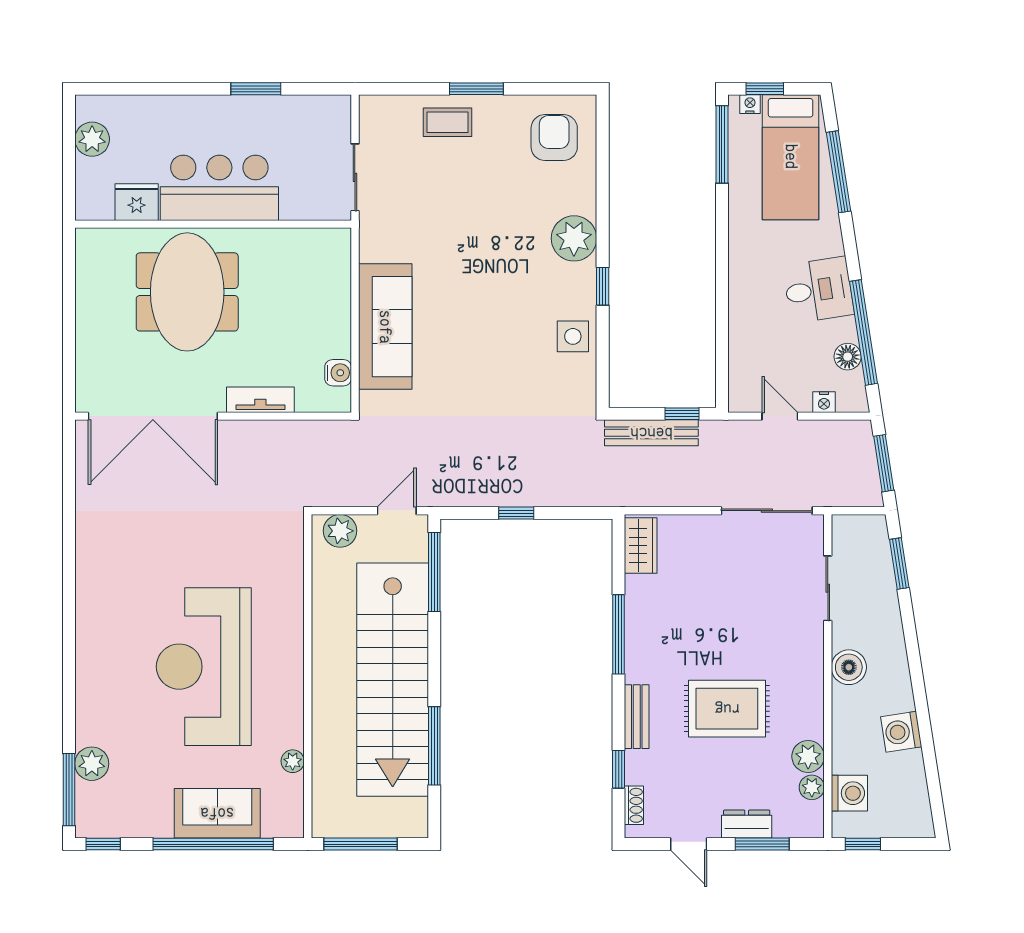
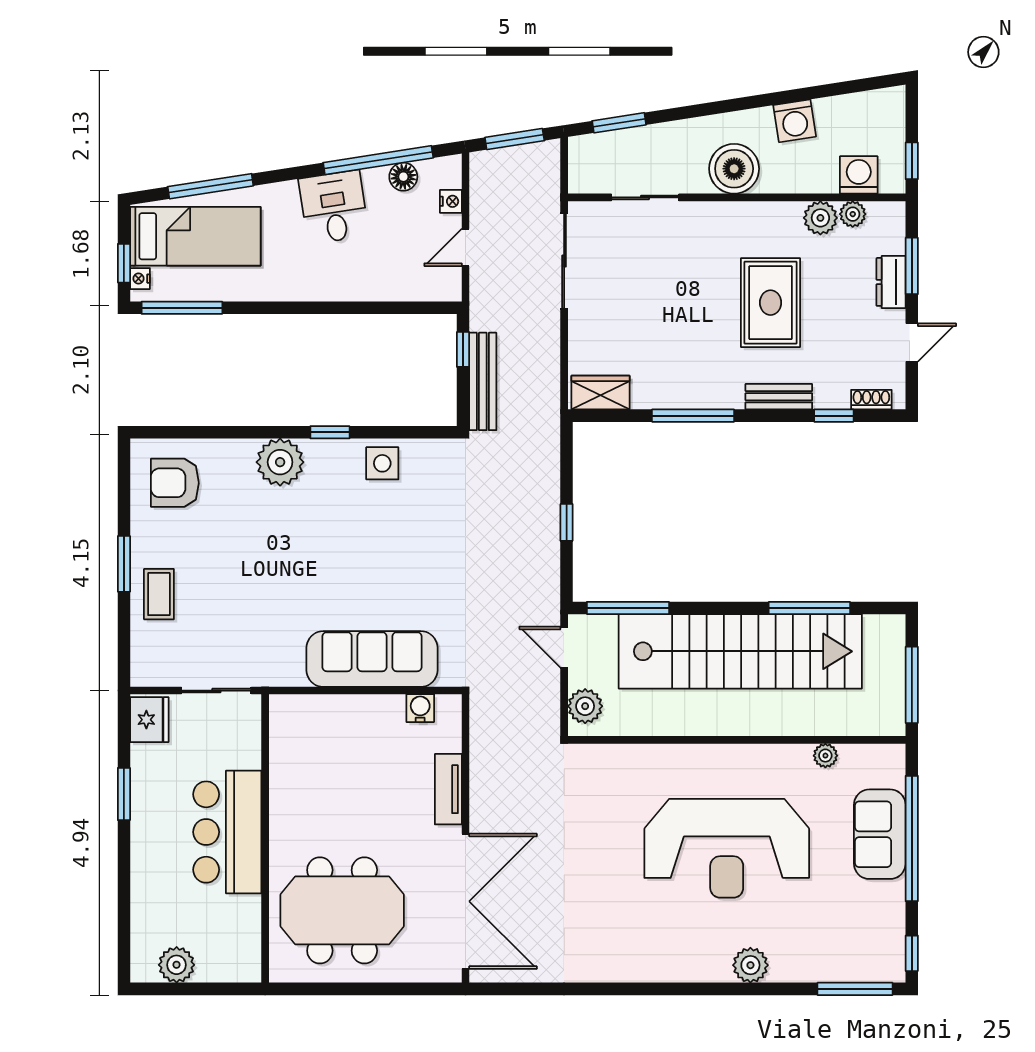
fridge: (137, 202) -> (149, 720), moved, turned 180
meeting table: (187, 292) -> (342, 910), moved
boiler: (849, 667) -> (734, 169), width x1.37, depth x1.37
plant: (92, 764) -> (750, 965), moved

